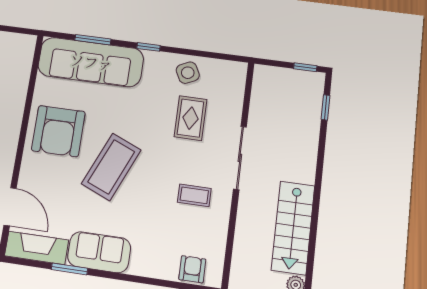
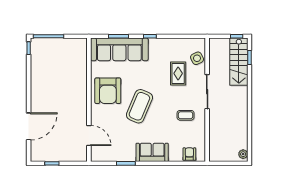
side table: (188, 73) -> (197, 58), moved
stairs: (293, 228) -> (239, 62), moved
fireplace: (37, 248) -> (107, 155), removed
sofa: (99, 252) -> (152, 152), moved

